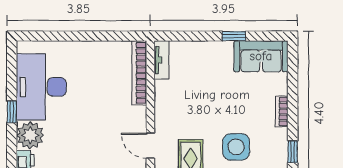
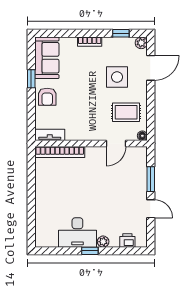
armchair: (211, 57) -> (47, 97), added
desk: (41, 87) -> (77, 232), width x0.73, depth x0.77
plant: (30, 135) -> (103, 242), width x0.53, depth x0.53

